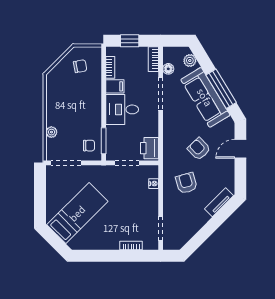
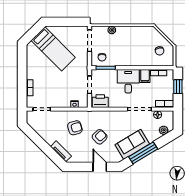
sofa: (205, 97) -> (132, 144), width x0.73

